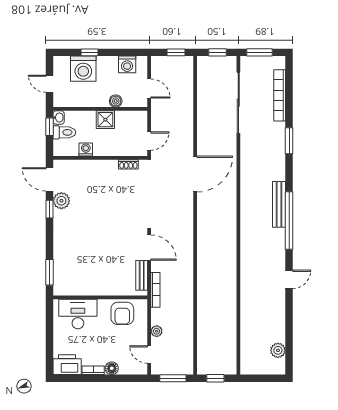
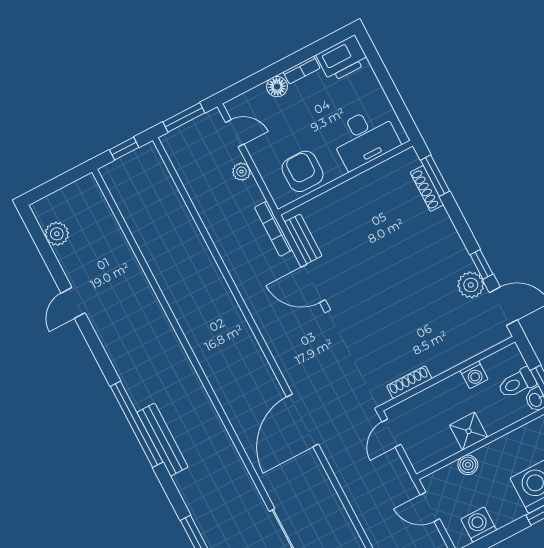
shoe rack: (128, 164) -> (409, 382), width x1.43
shoe rack: (58, 267) -> (427, 189), added
door: (289, 279) -> (73, 303), moved

